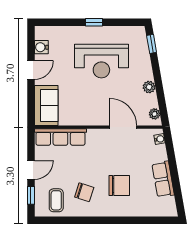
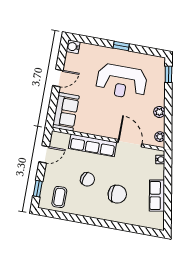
water cooler: (41, 47) -> (73, 47), moved
row of seats: (60, 137) -> (93, 145), moved
door: (31, 170) -> (44, 154), moved
chair: (84, 192) -> (87, 179), moved

